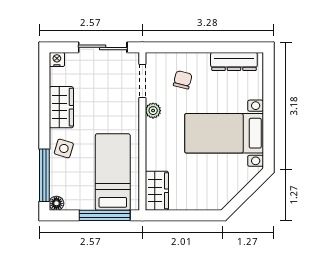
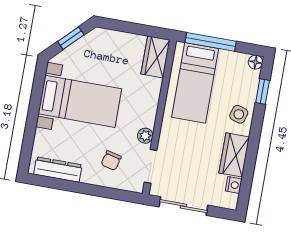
nightstand: (57, 59) -> (234, 185), moved, turned -90
window: (44, 175) -> (263, 91), width x0.46
window: (244, 194) -> (71, 38), added

